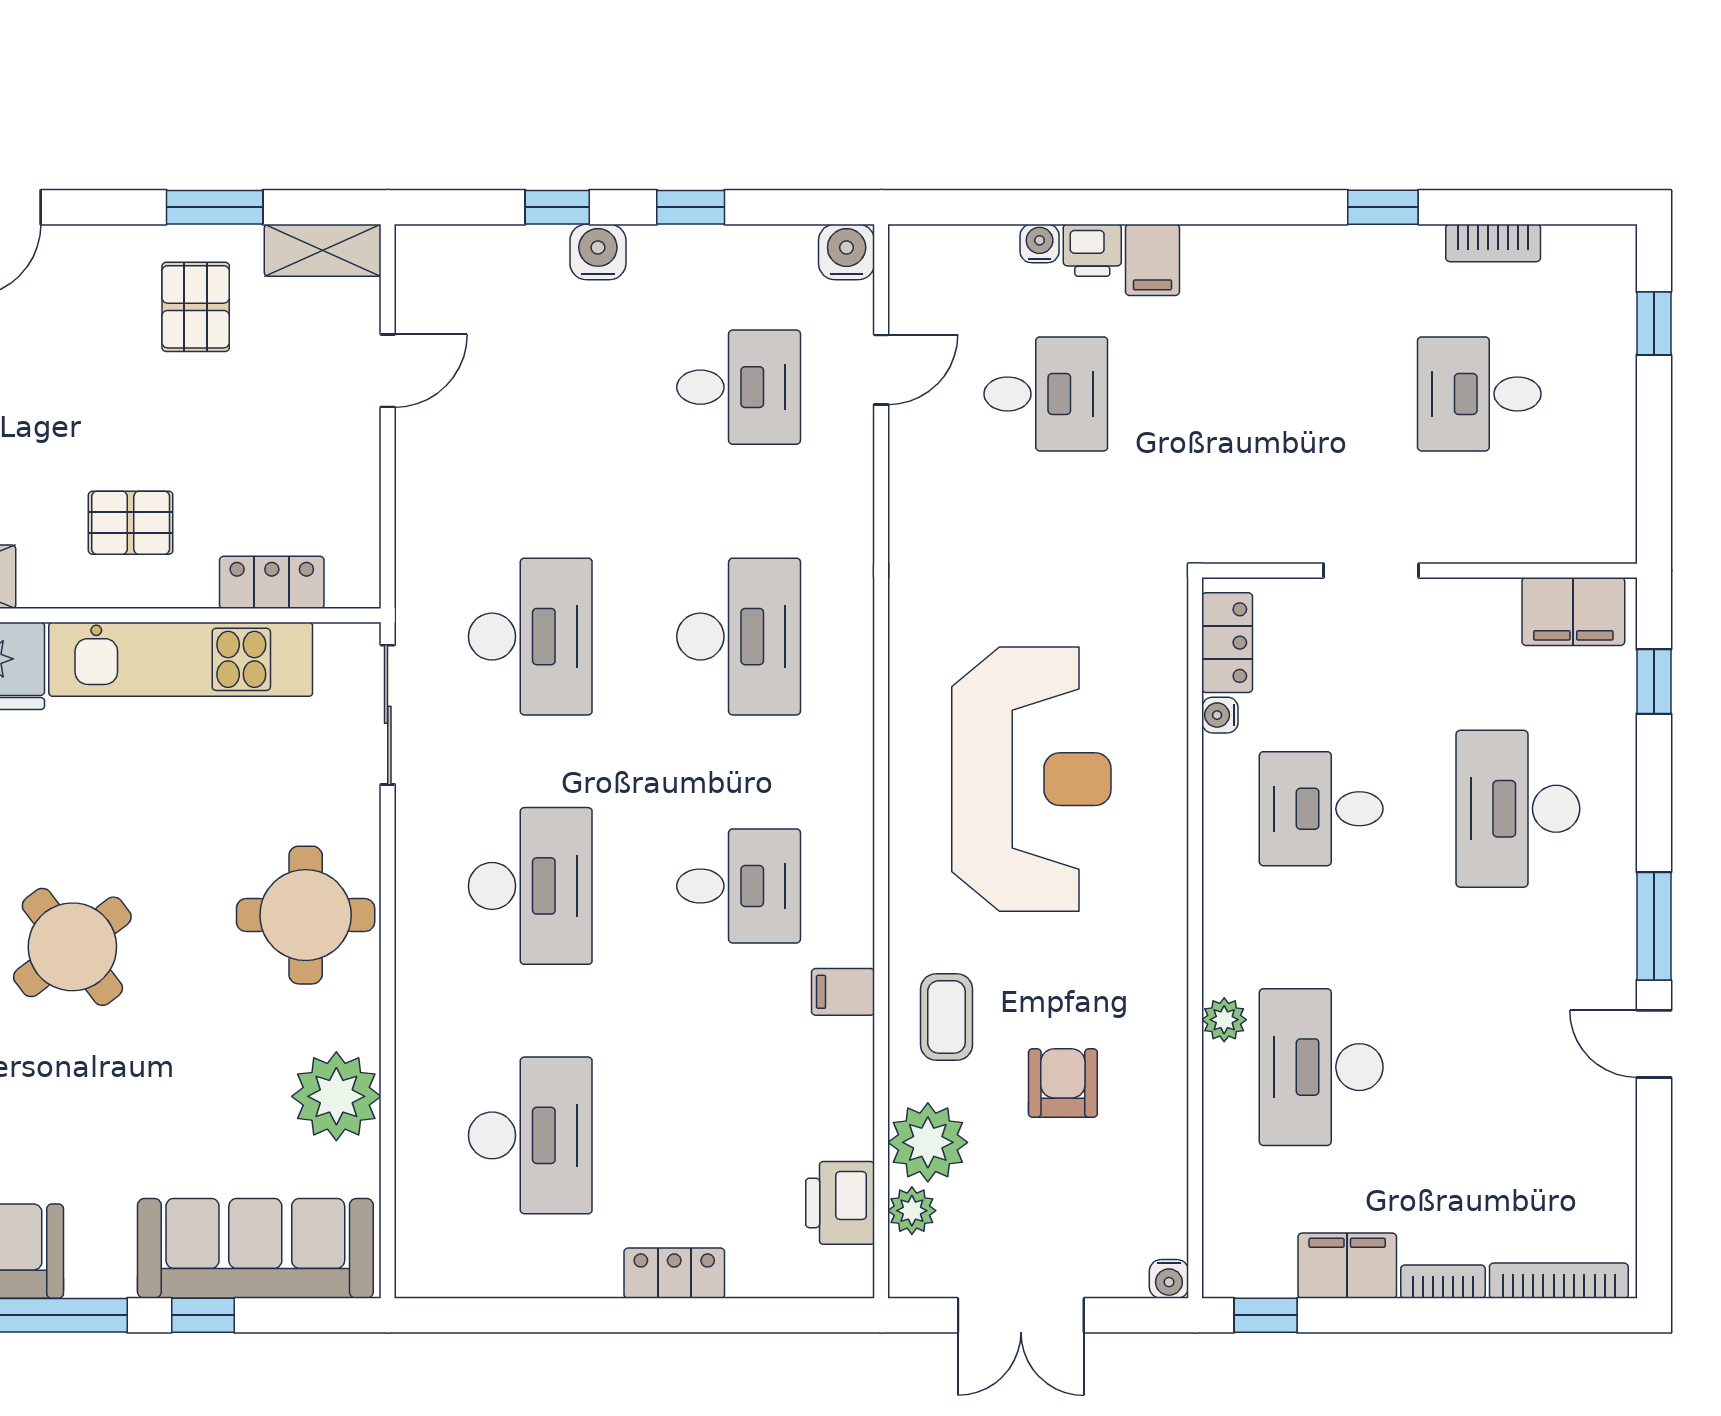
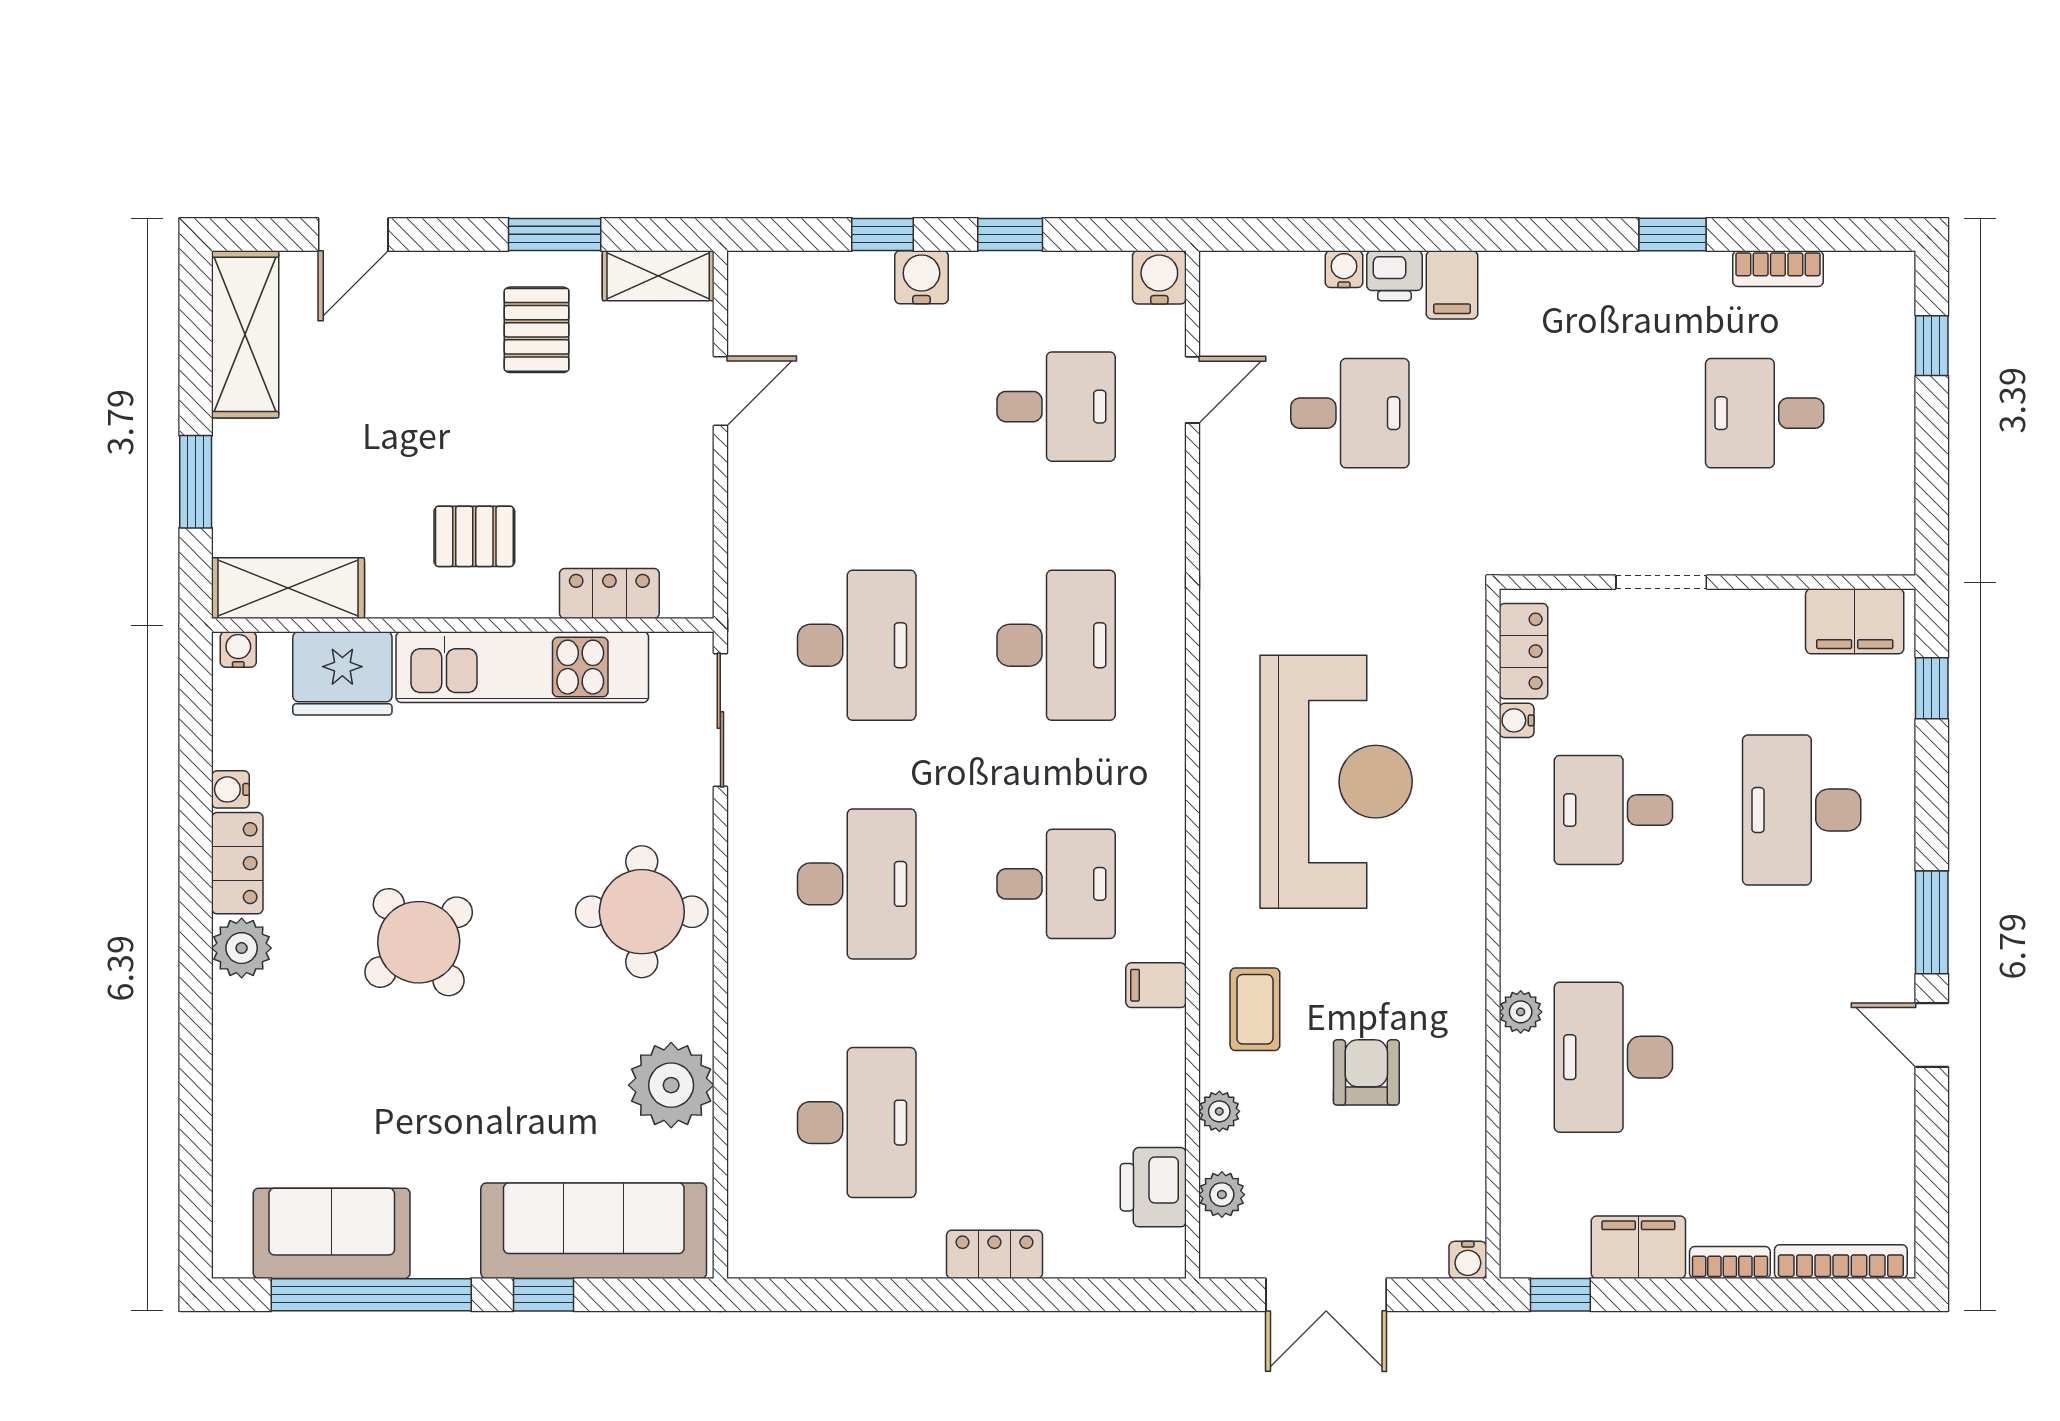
plant: (928, 1142) -> (1219, 1111), width x0.53, depth x0.53

